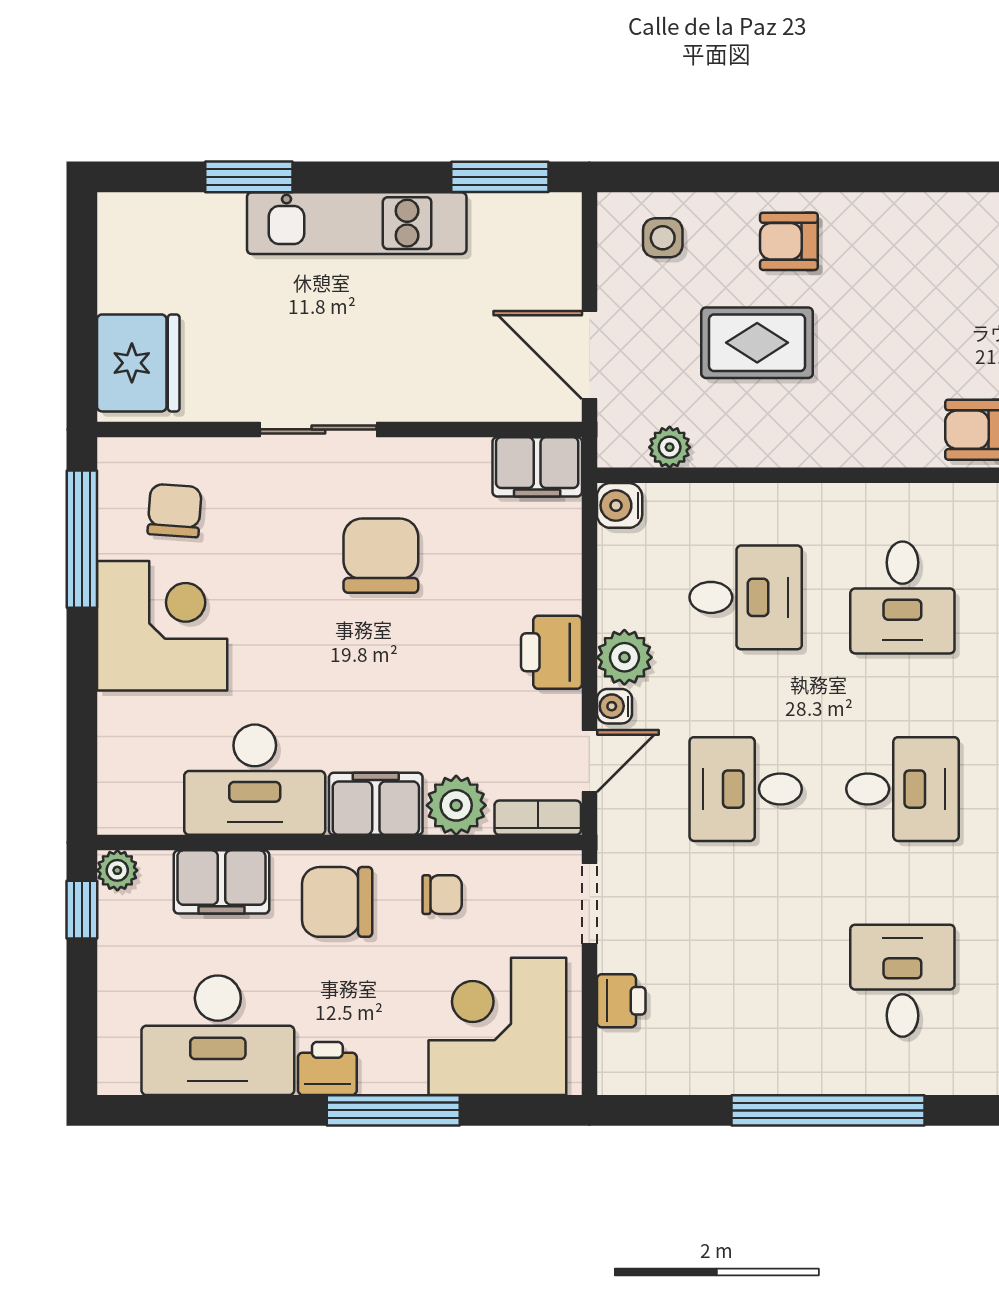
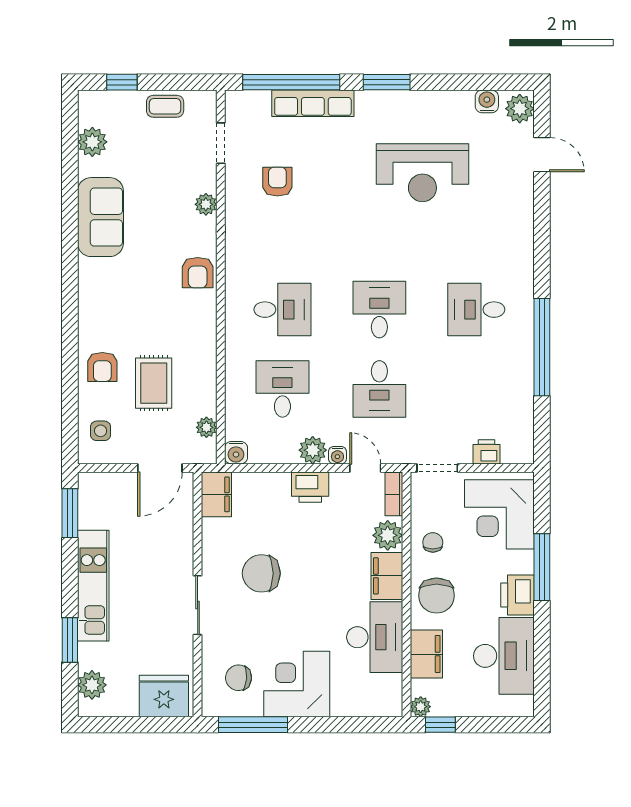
plant: (160, 221) -> (92, 685), added
printer: (327, 1068) -> (518, 595), width x1.36, depth x1.24

